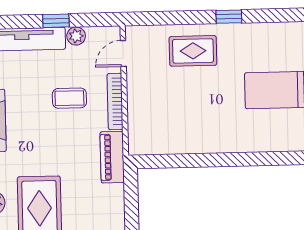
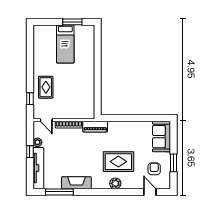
window: (229, 17) -> (30, 99), moved
coffee table: (69, 98) -> (67, 146), removed

